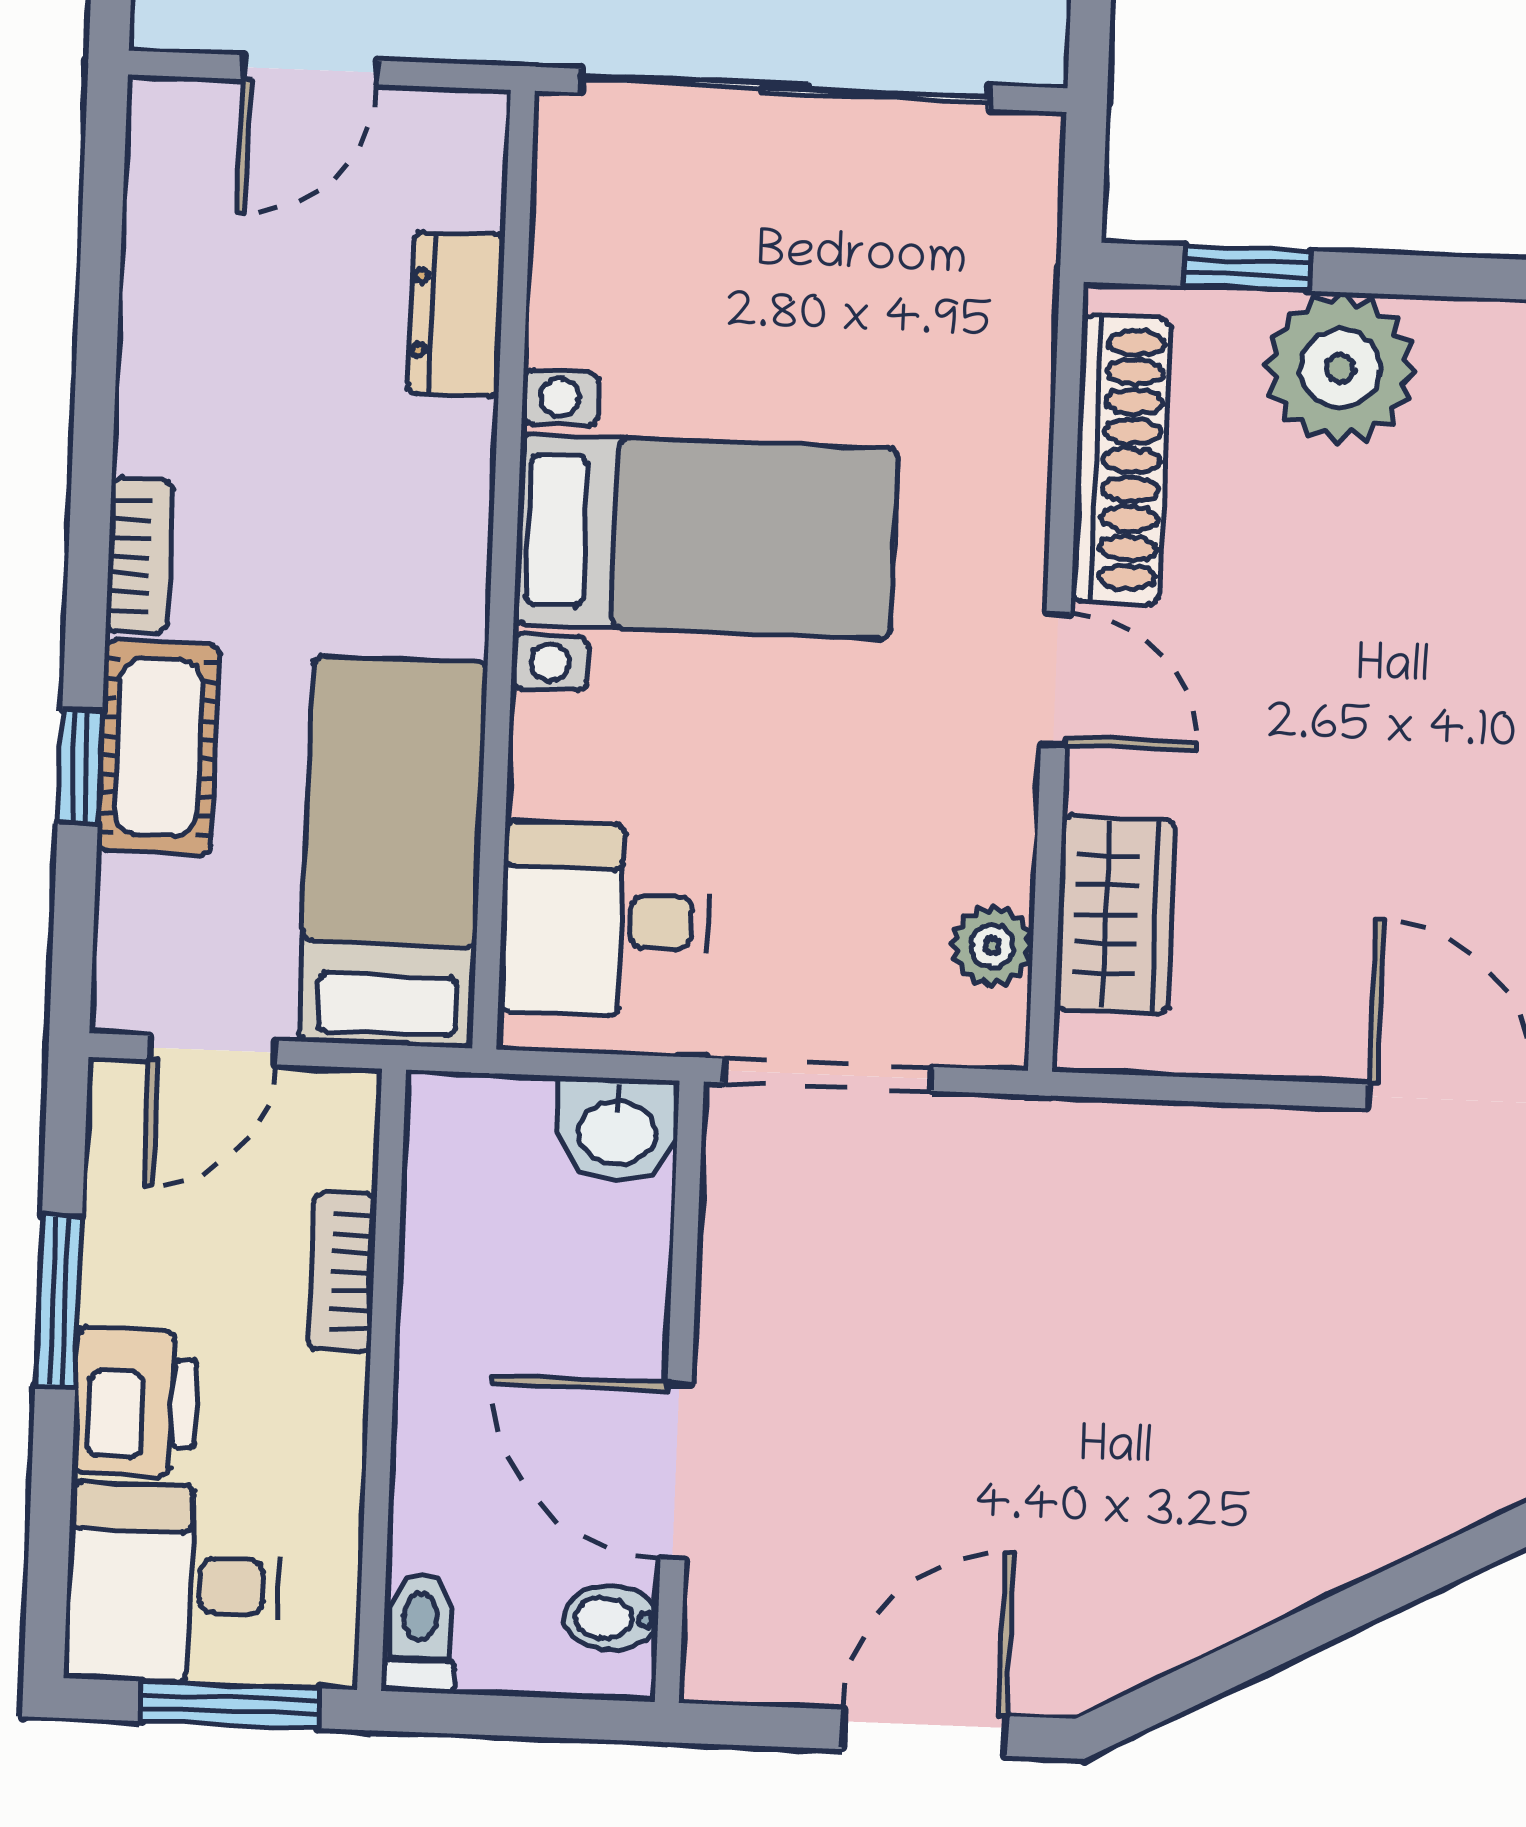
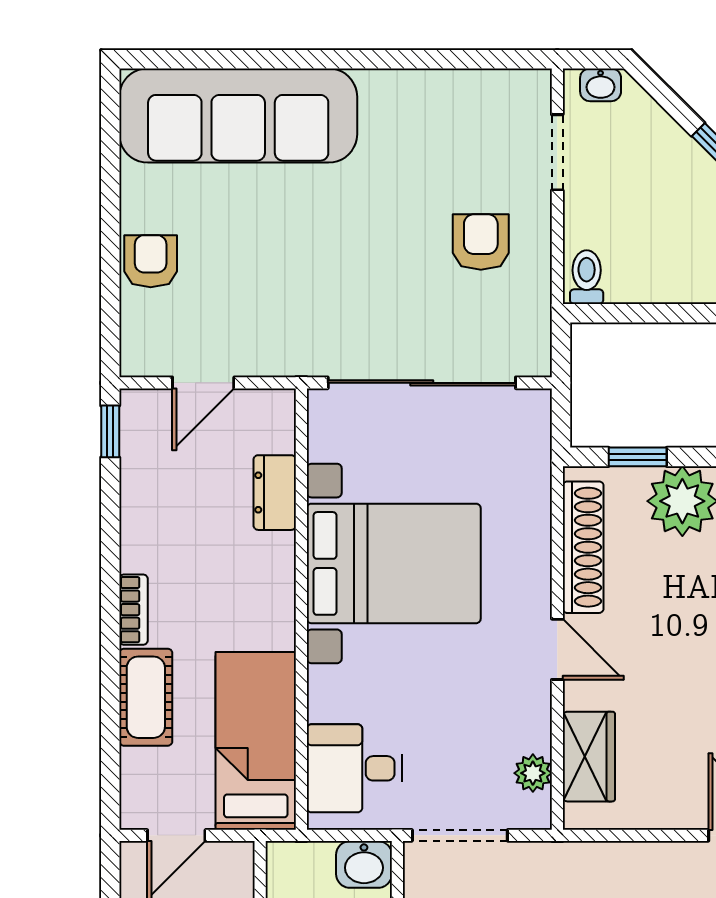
bed with nightstands: (706, 536) -> (394, 563), width x1.36
window: (80, 767) -> (110, 431), moved

